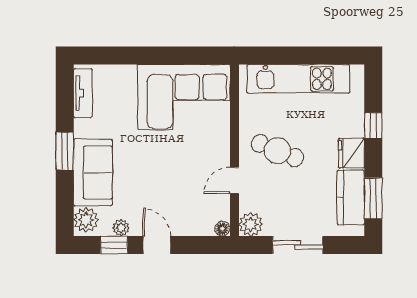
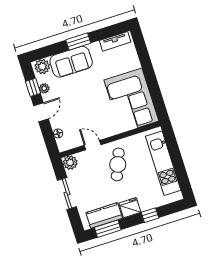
floor lamp: (222, 229) -> (58, 133), moved

